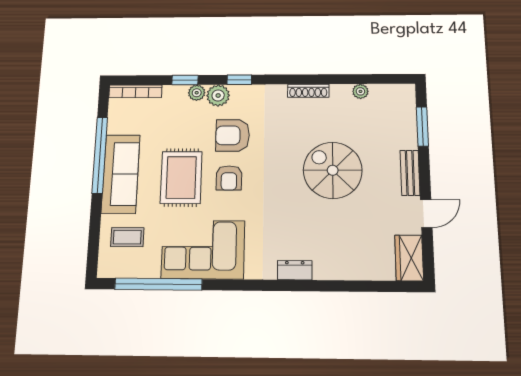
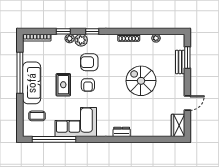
bench: (410, 173) -> (180, 62), moved
rug: (181, 177) -> (63, 85), width x0.73, depth x0.70

